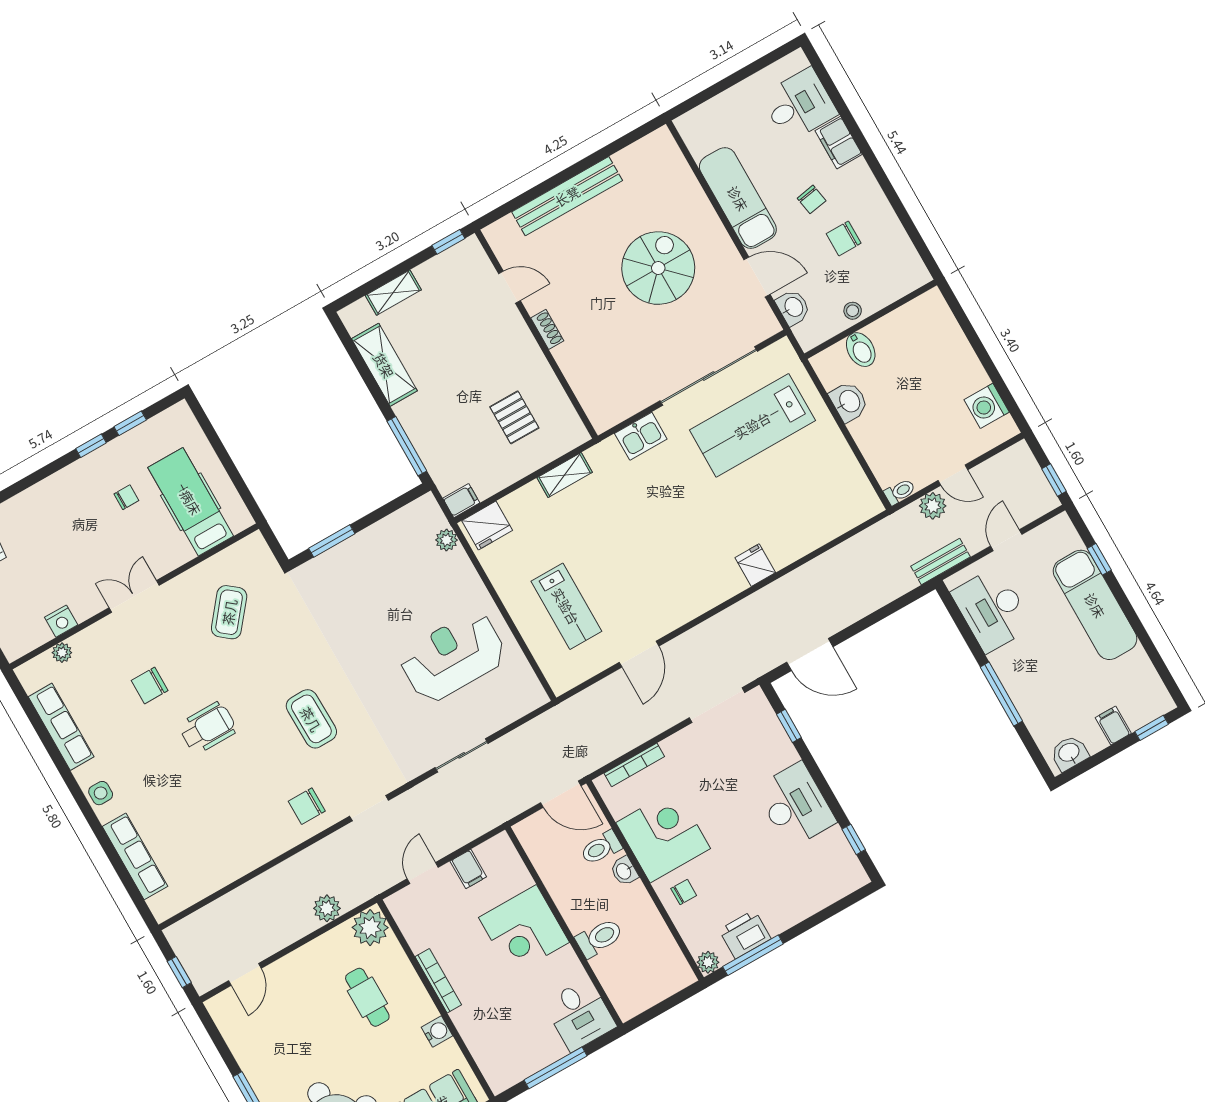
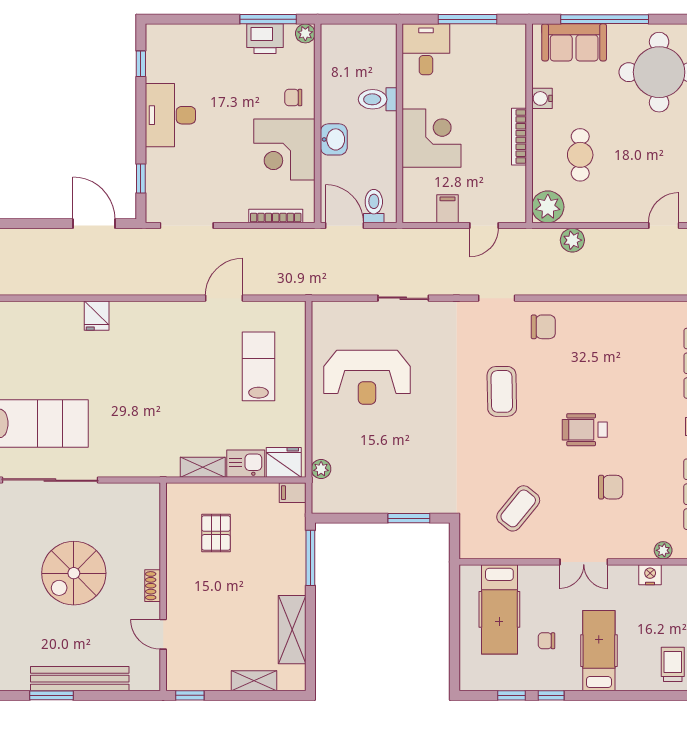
window: (585, 164) -> (52, 695), added
spiral stairs: (658, 268) -> (74, 573), moved
kitchen sink: (641, 436) -> (246, 464), moved
hospital bed: (69, 517) -> (599, 651), added
toilet: (601, 848) -> (374, 206), moved, turned -90
washbasin: (624, 871) -> (334, 139), width x1.38, depth x1.45

